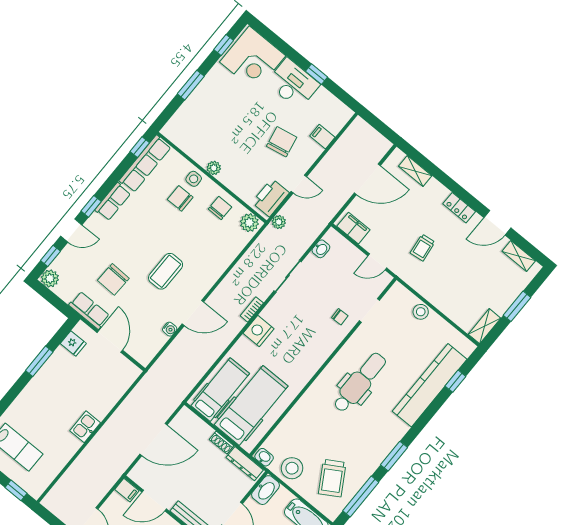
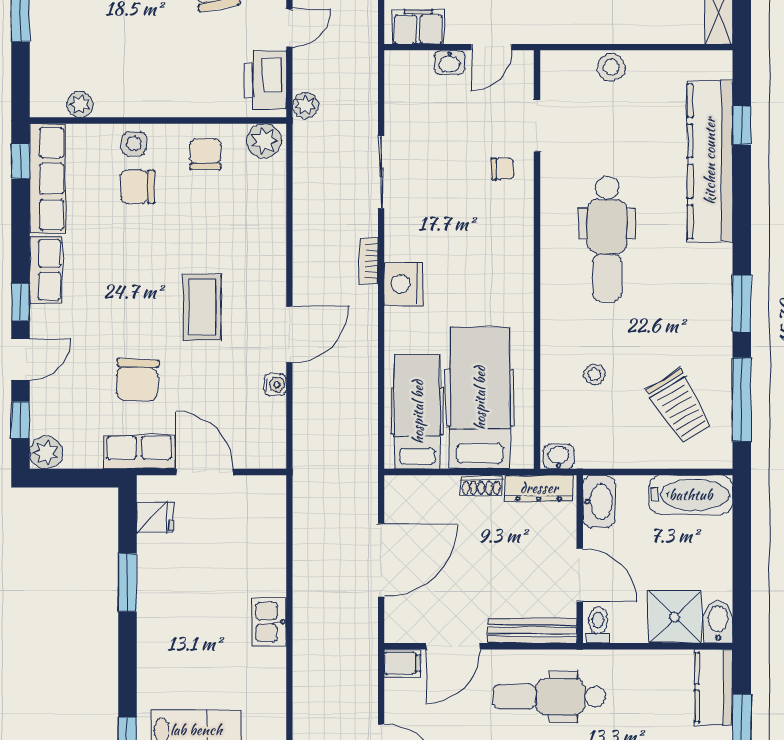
plant: (214, 168) -> (80, 104), moved
washbasin: (321, 249) -> (449, 62), moved, turned 90
dental chair: (360, 382) -> (607, 239), turned 180
stool: (292, 468) -> (594, 374), moved, width x0.53, depth x0.53

